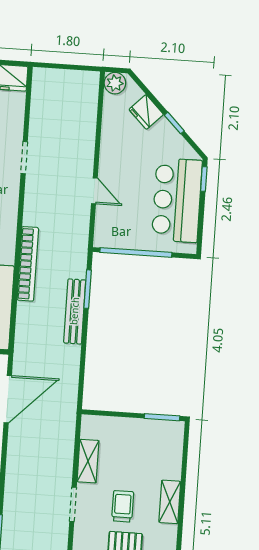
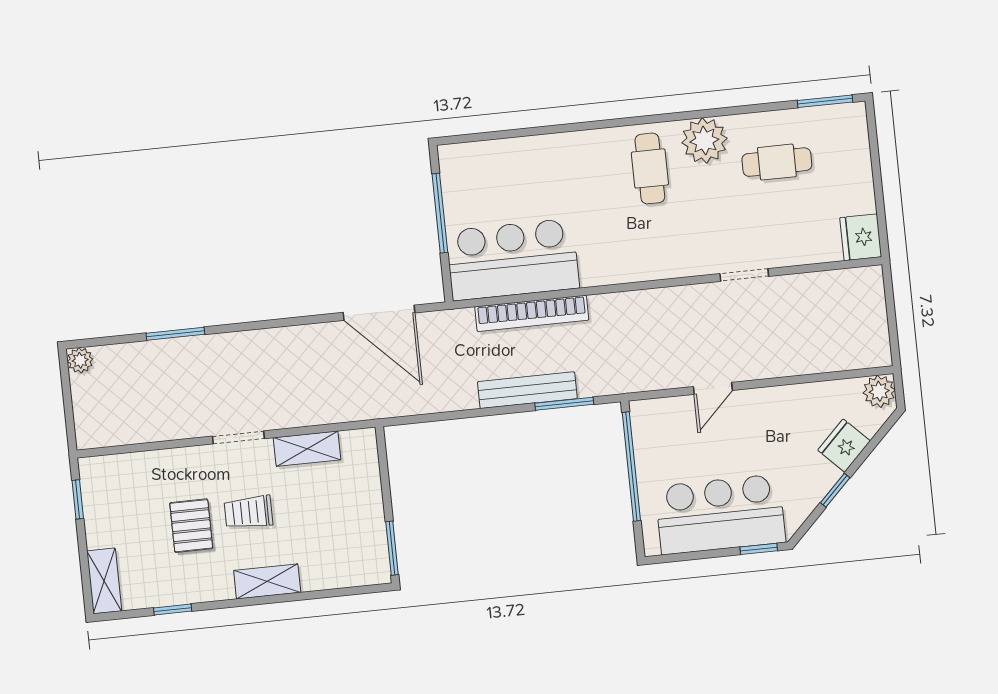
bookcase: (28, 264) -> (532, 313), moved
trolley: (123, 506) -> (248, 512), turned 180

